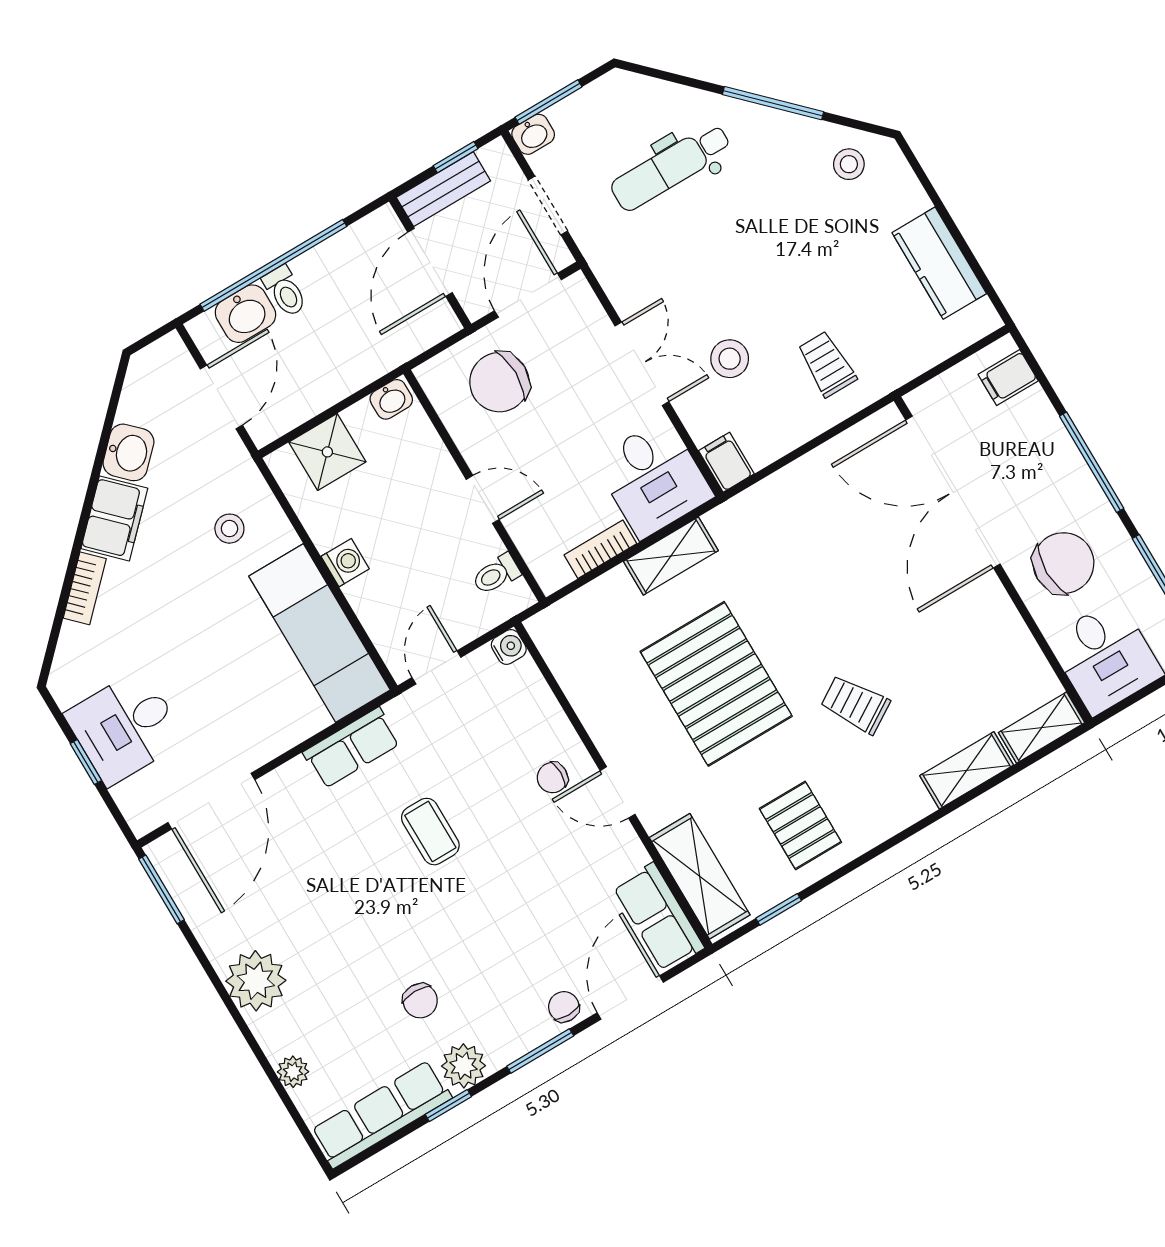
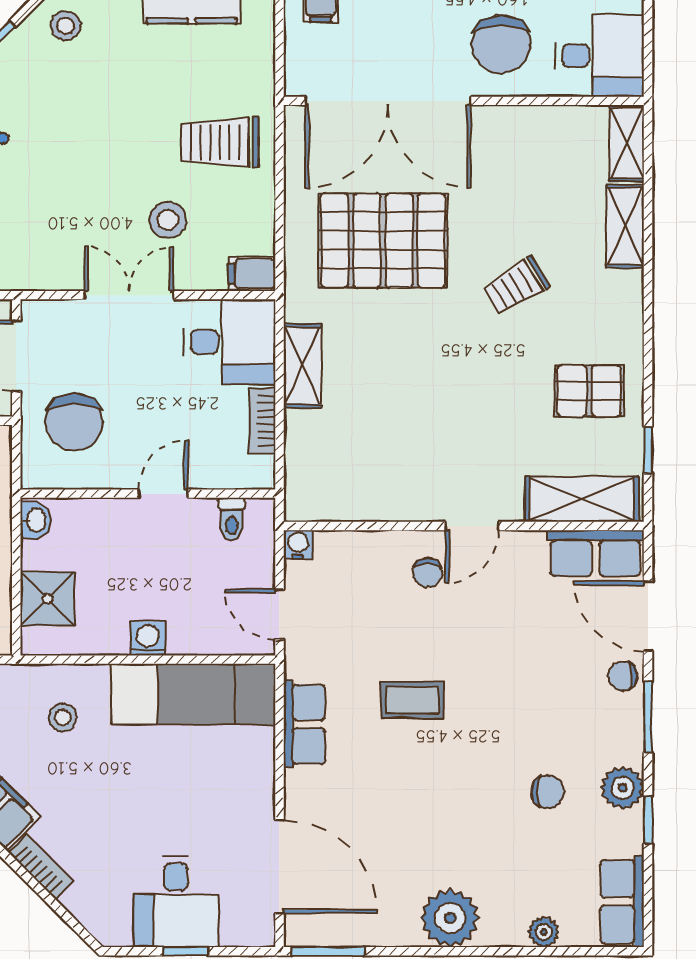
trolley: (827, 364) -> (220, 142), width x1.36, depth x1.39
chair: (1063, 563) -> (501, 44), turned 180
pallet: (716, 684) -> (383, 240), moved
row of seats: (381, 1114) -> (622, 902), width x0.68

